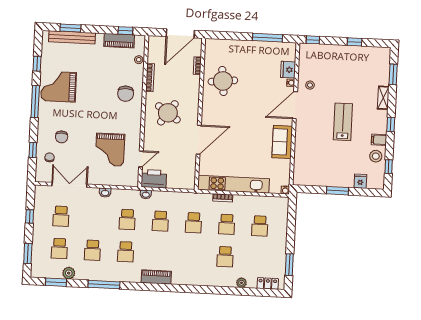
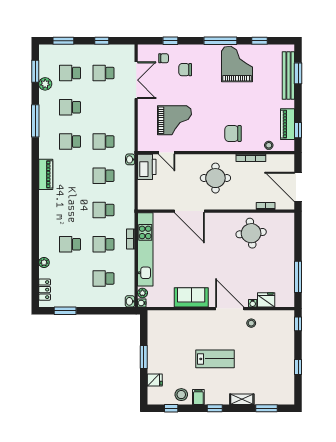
round table: (168, 113) -> (215, 178), turned -35
grand piano: (110, 150) -> (174, 120), turned 180
plant: (276, 189) -> (142, 293), added
washbasin: (105, 193) -> (130, 301), moved

